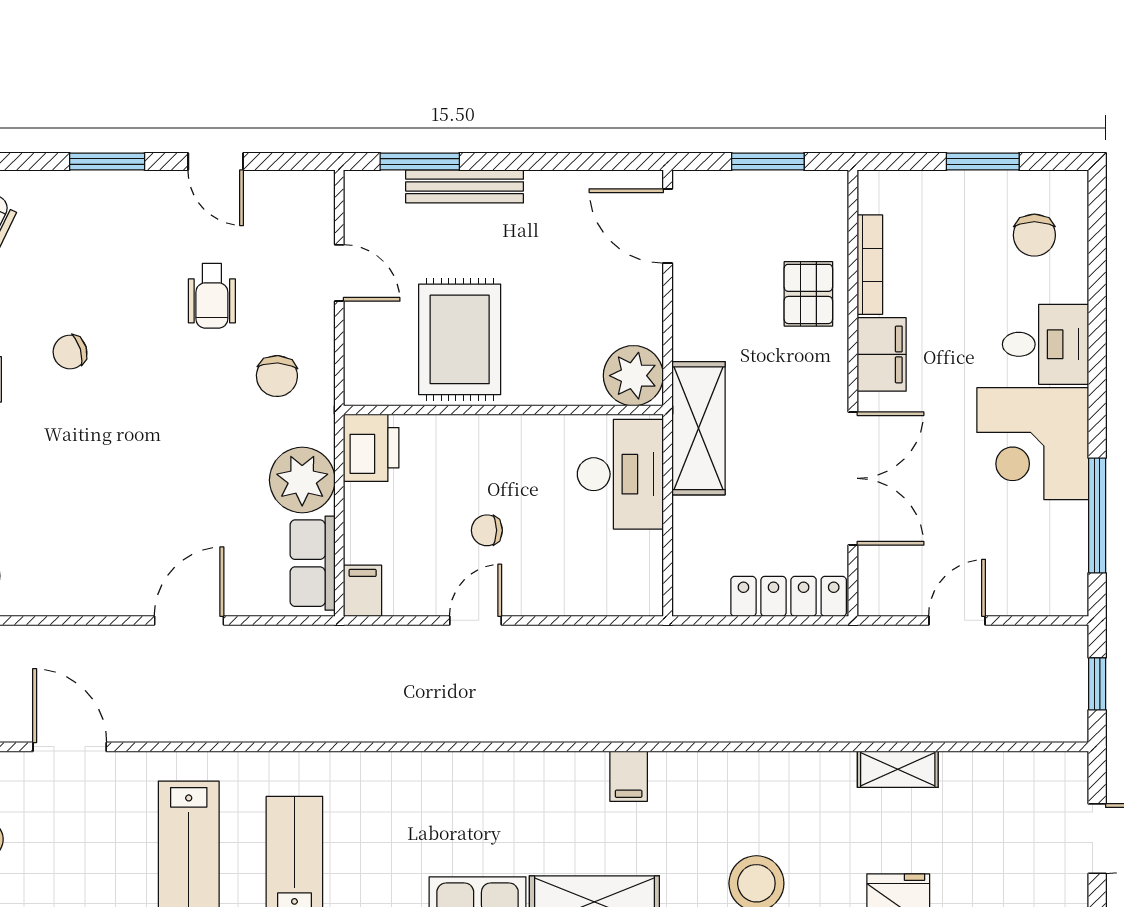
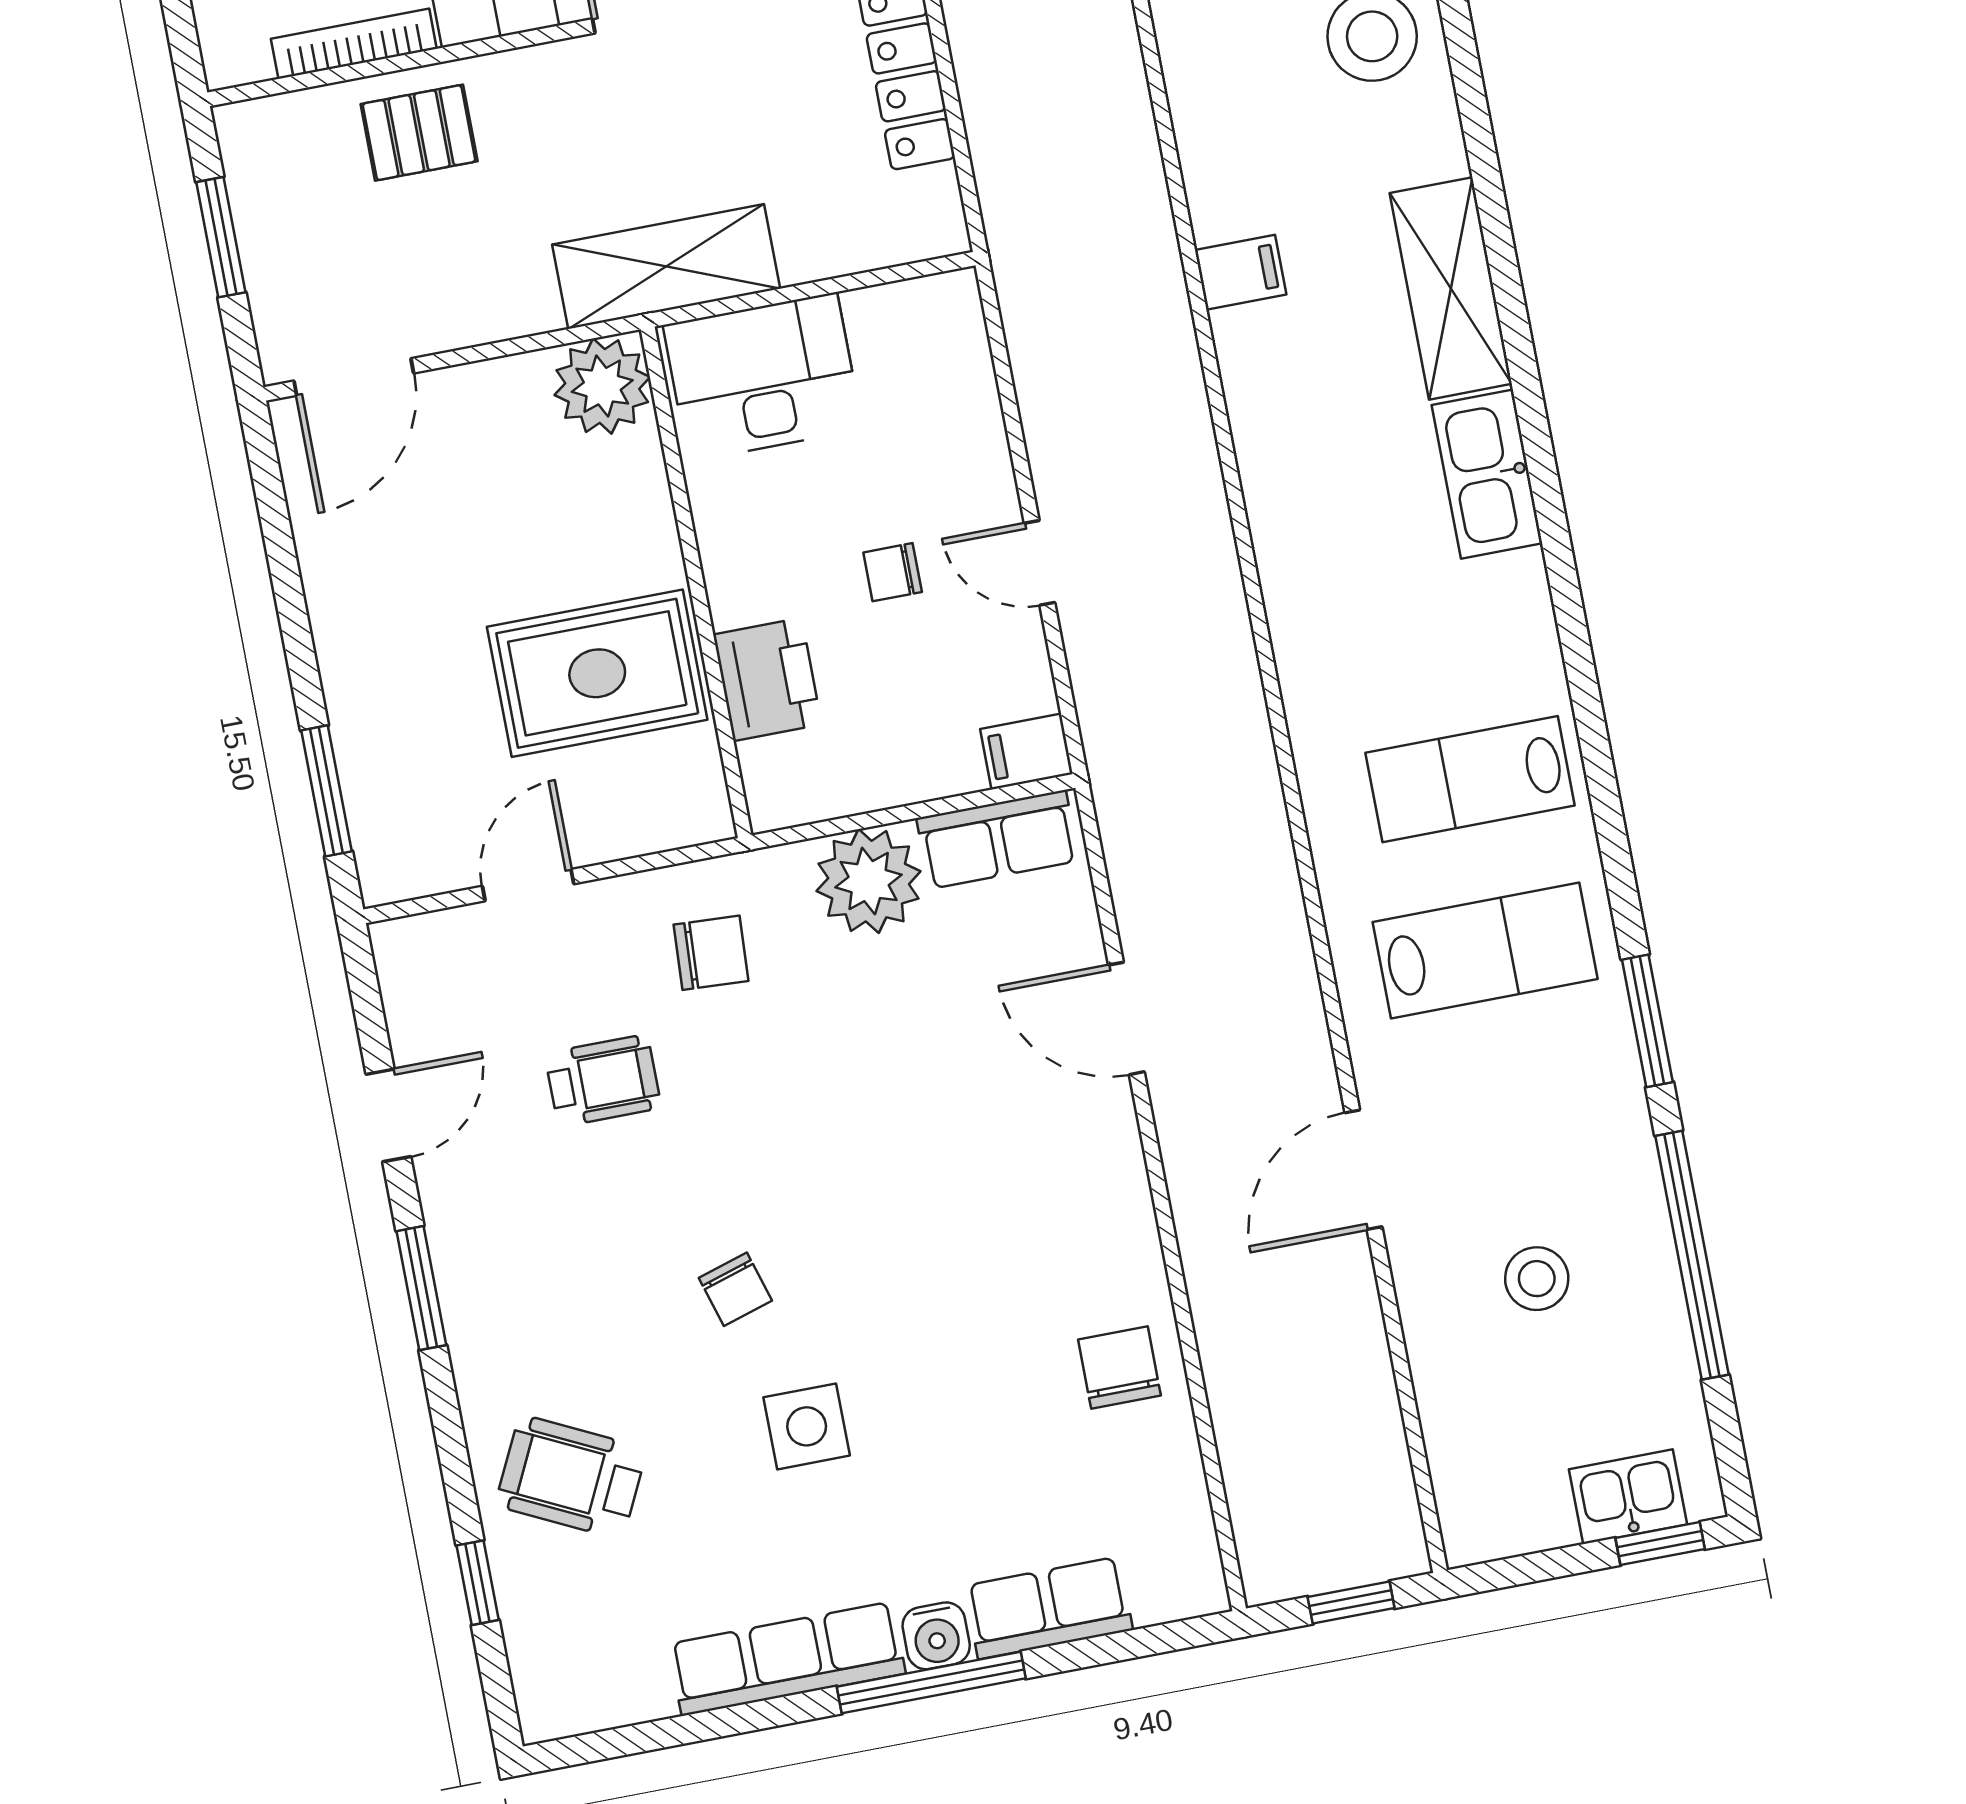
bench: (465, 186) -> (352, 712), removed
printer: (371, 448) -> (767, 679), moved, turned 90
chair: (487, 530) -> (893, 572), turned 90

